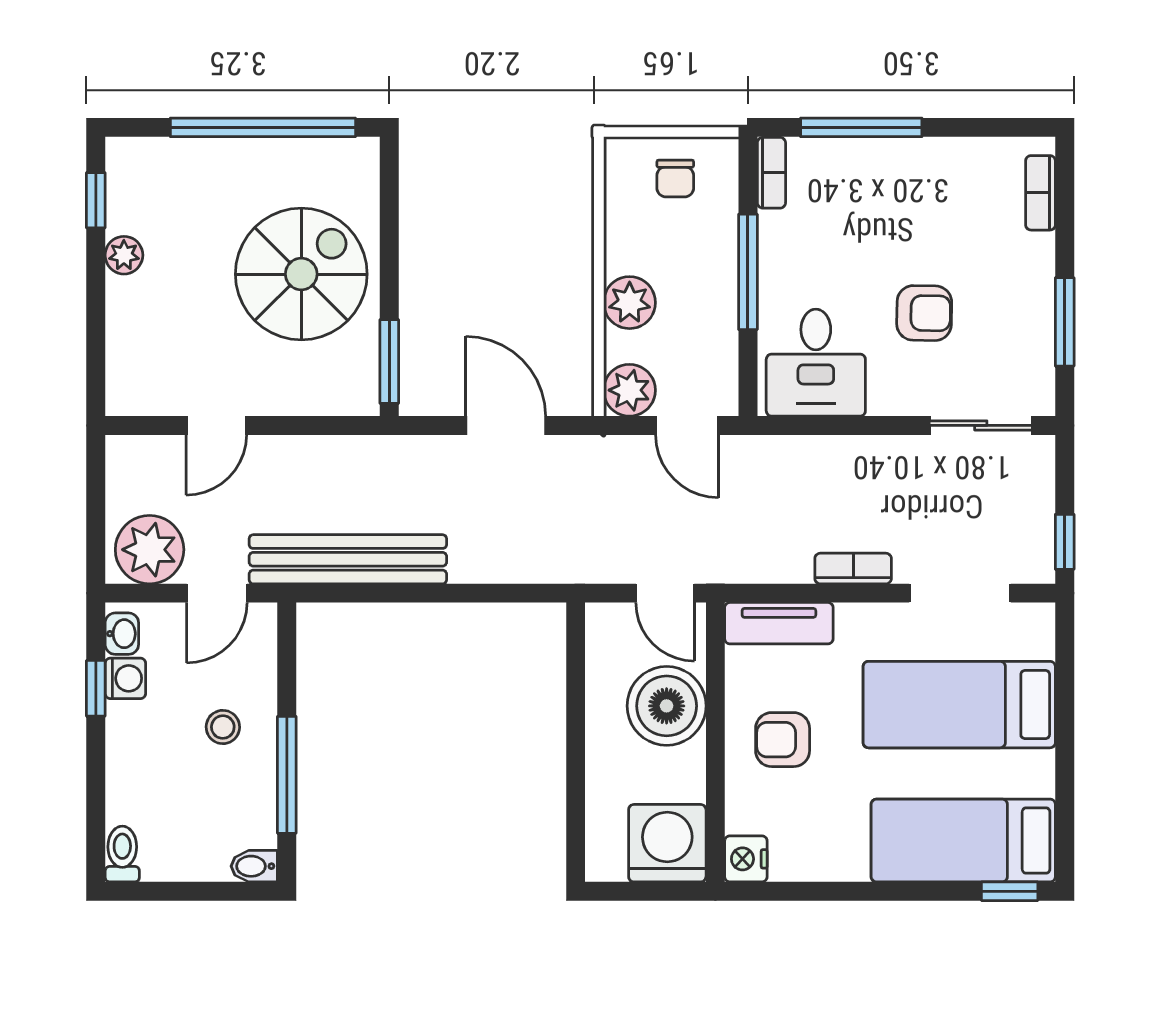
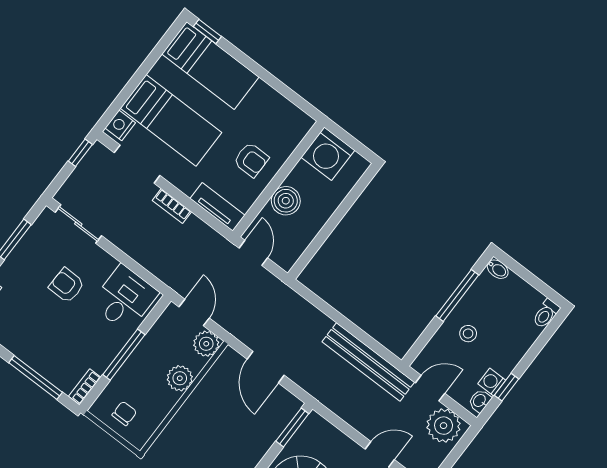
boiler: (667, 706) -> (286, 201), width x0.73, depth x0.73
nightstand: (746, 859) -> (120, 125), moved, turned 180

